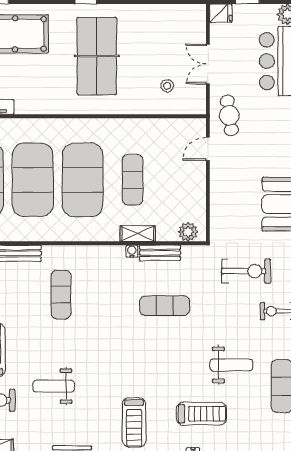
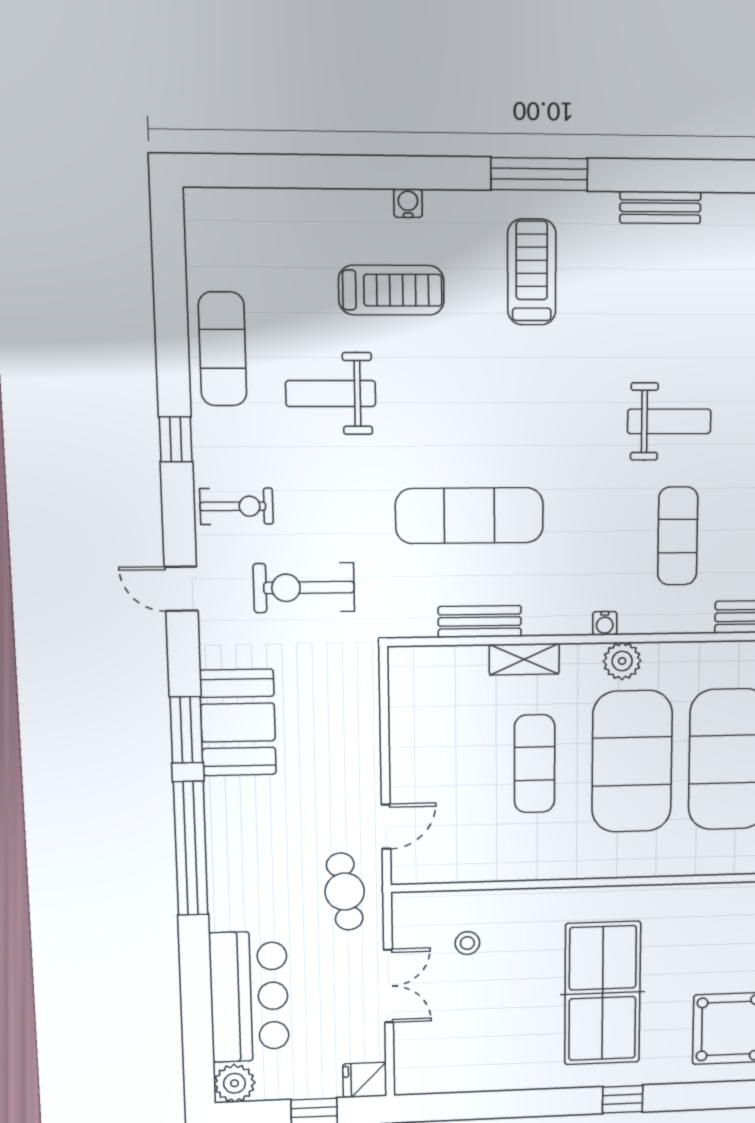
plant: (188, 232) -> (622, 661), moved
water cooler: (132, 251) -> (605, 623), moved
exercise mat: (165, 306) -> (469, 516), width x1.36, depth x1.45
weight bench: (54, 386) -> (669, 421), moved
treadmill: (201, 414) -> (391, 290), turned 180

